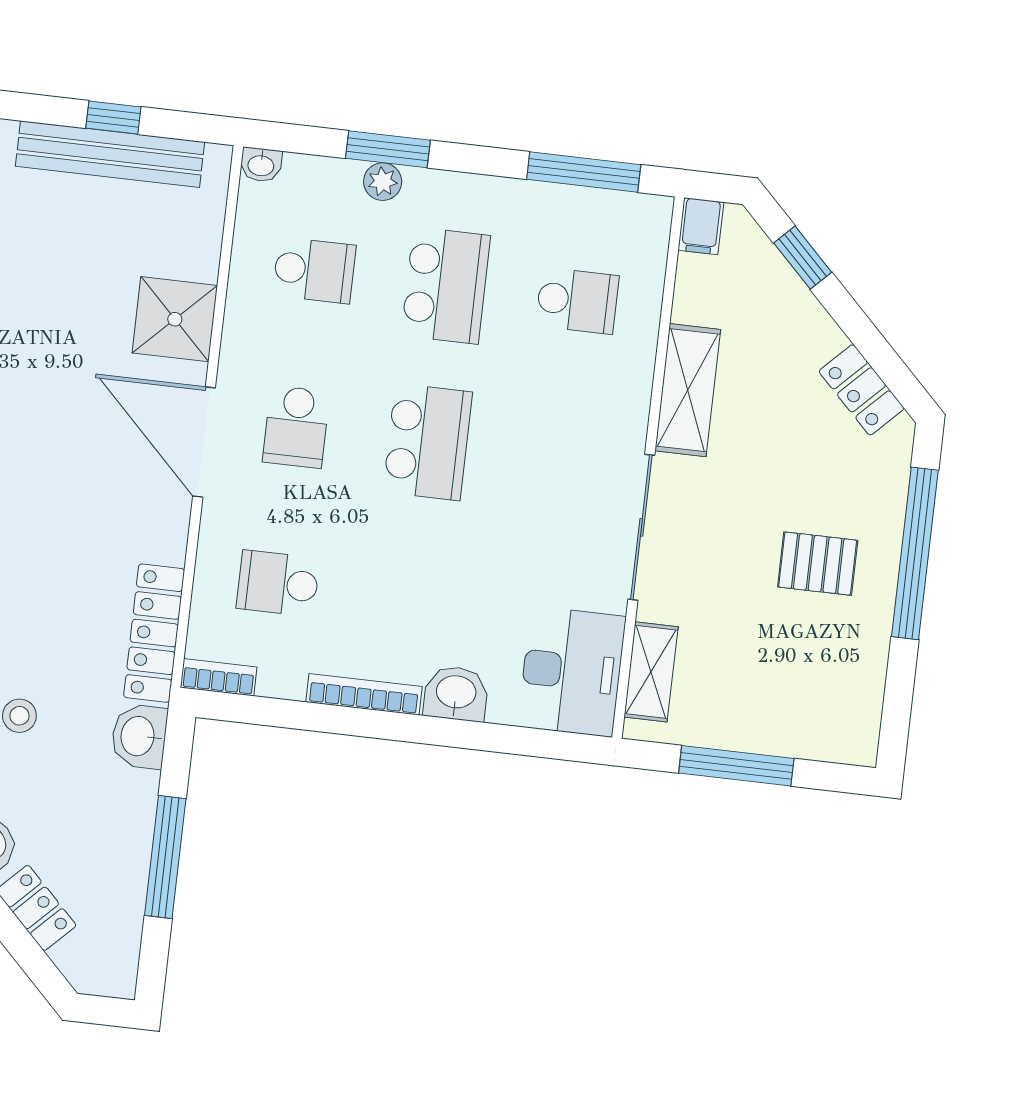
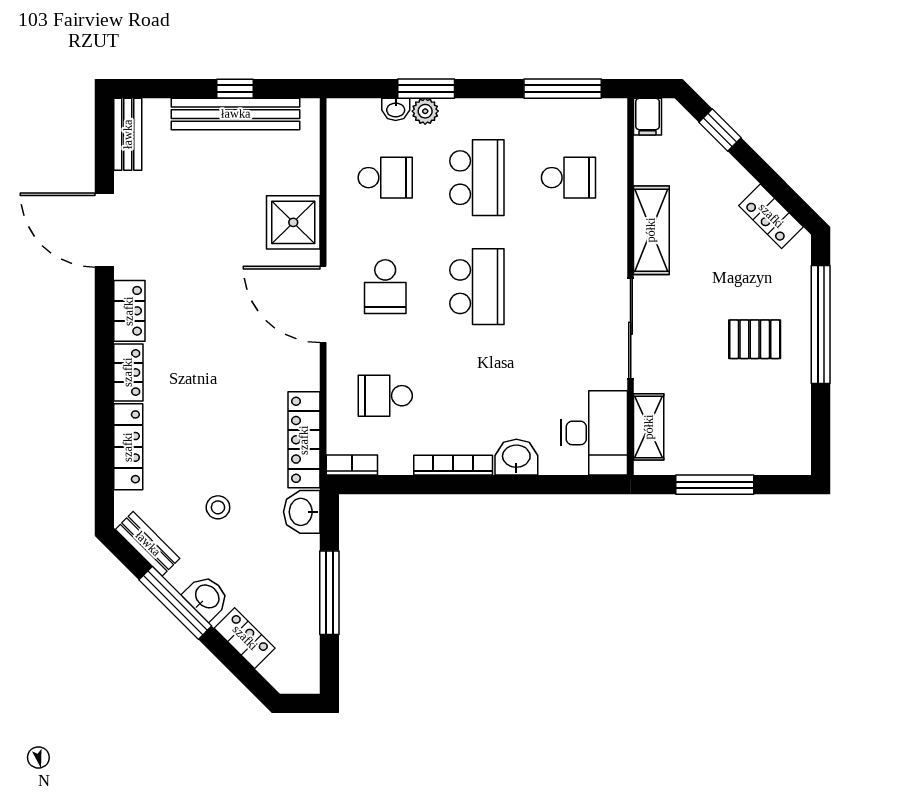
washbasin: (261, 165) -> (396, 109), moved

